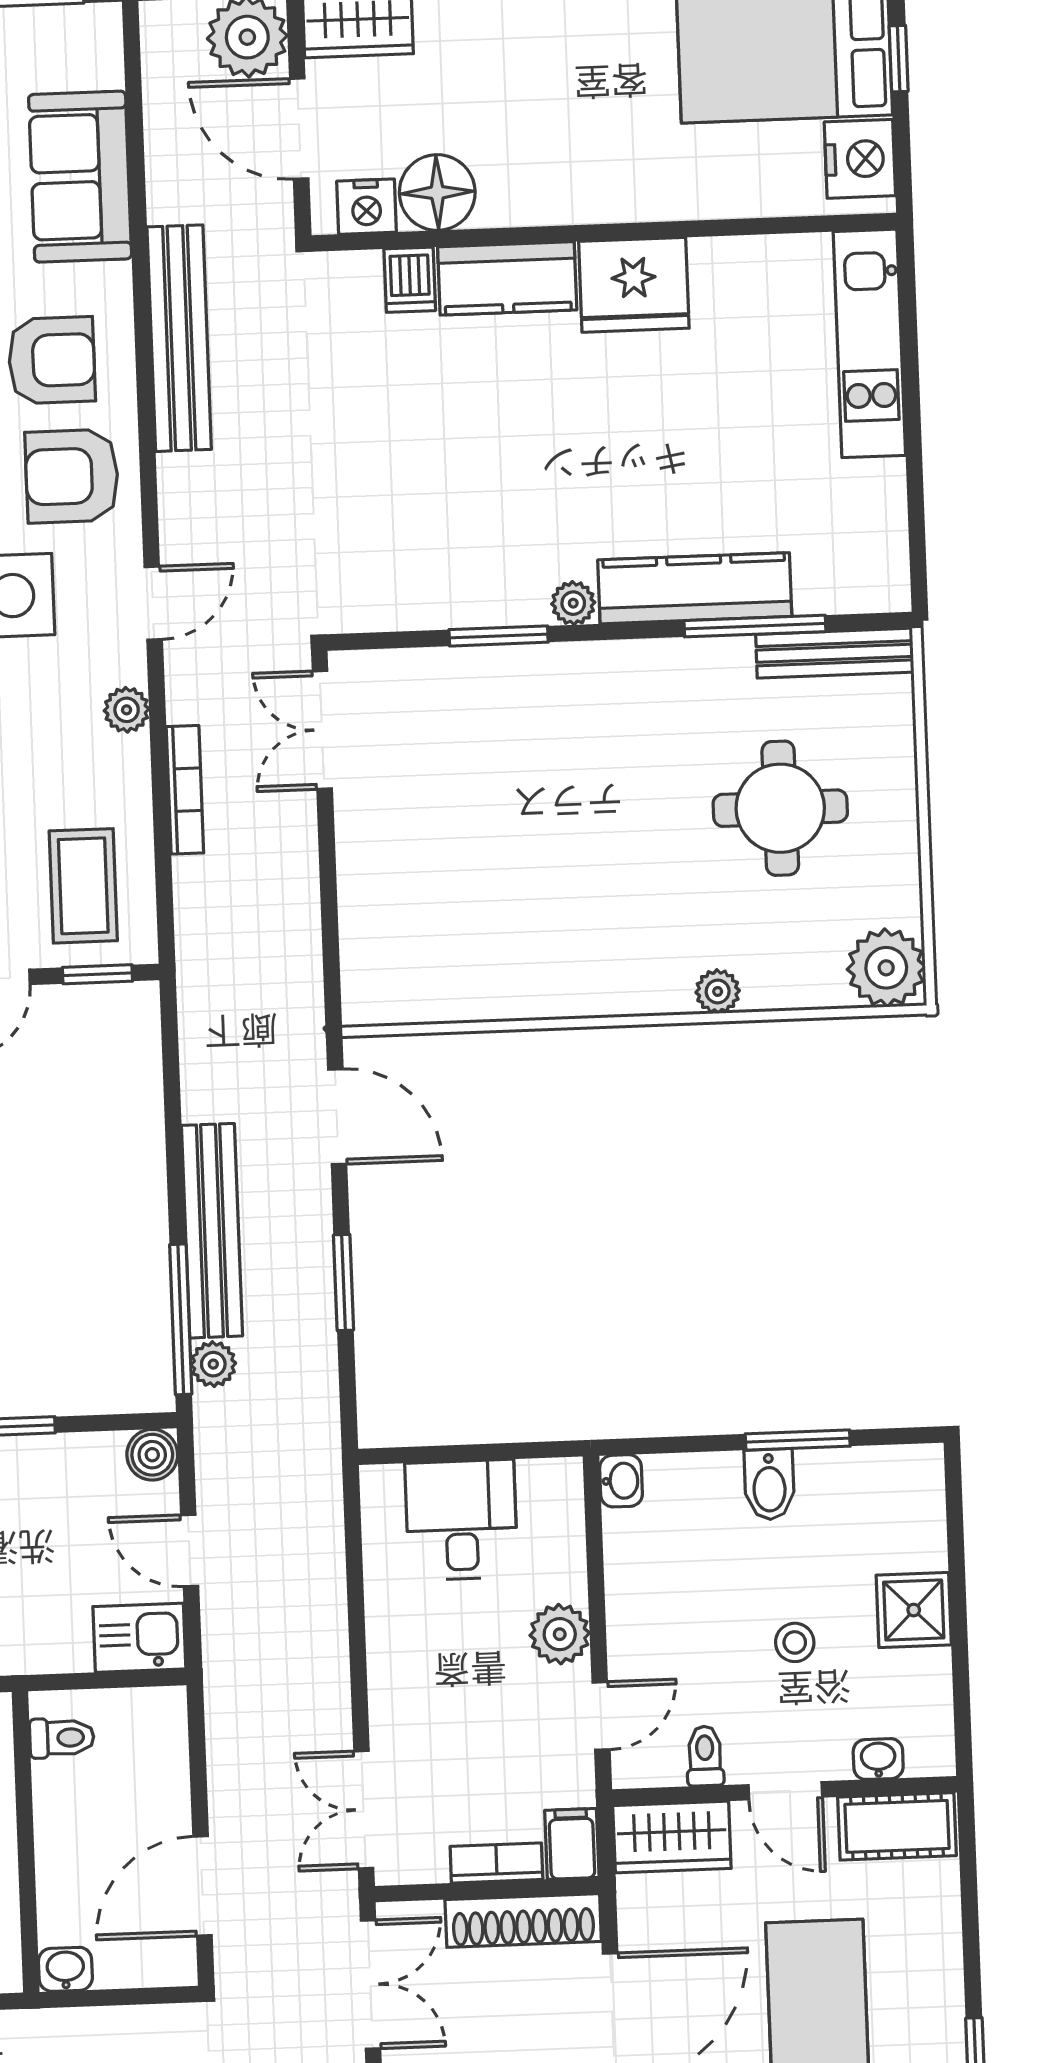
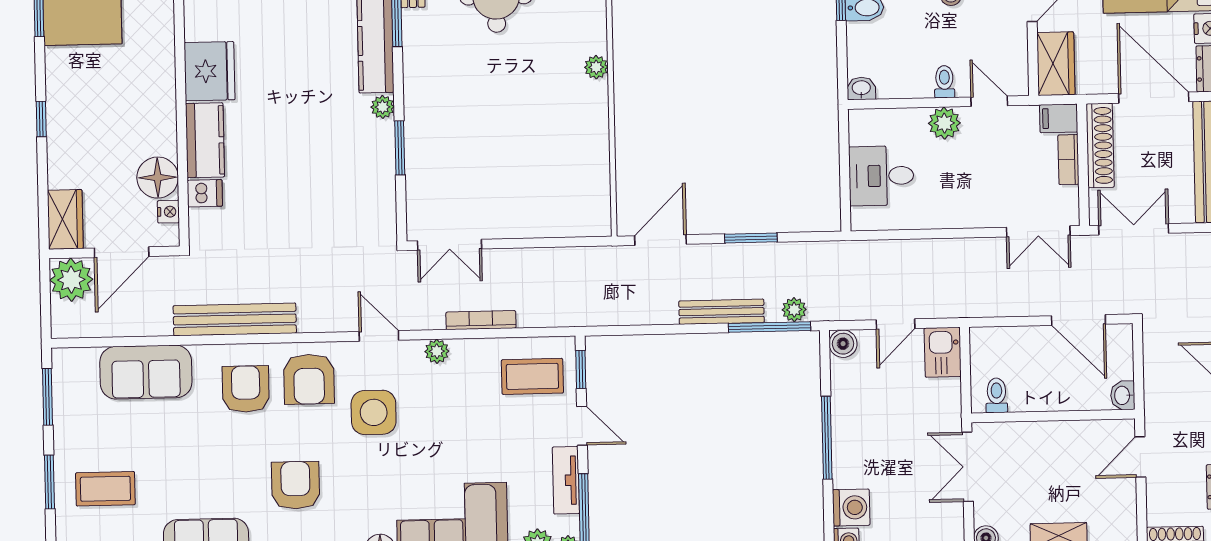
nightstand: (367, 207) -> (168, 212), width x0.72, depth x0.74
plant: (718, 991) -> (596, 67), moved
bench: (212, 1231) -> (722, 312), width x0.73, depth x0.82
toilet: (705, 1756) -> (944, 82), moved, turned 90

